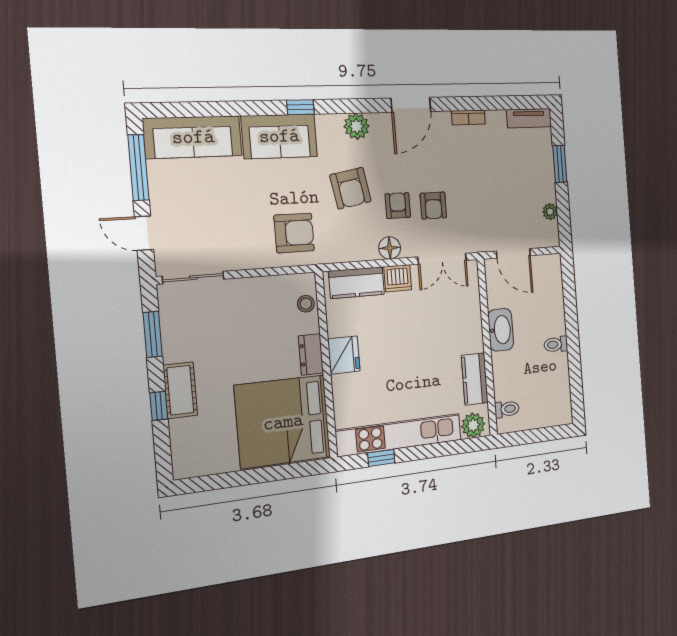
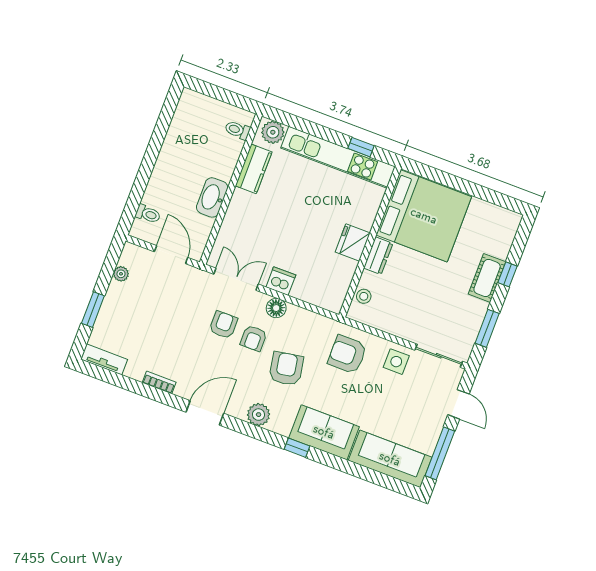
side table: (238, 249) -> (396, 362), added
kitchen counter: (357, 283) -> (316, 293), removed
toilet: (556, 344) -> (148, 214), moved

